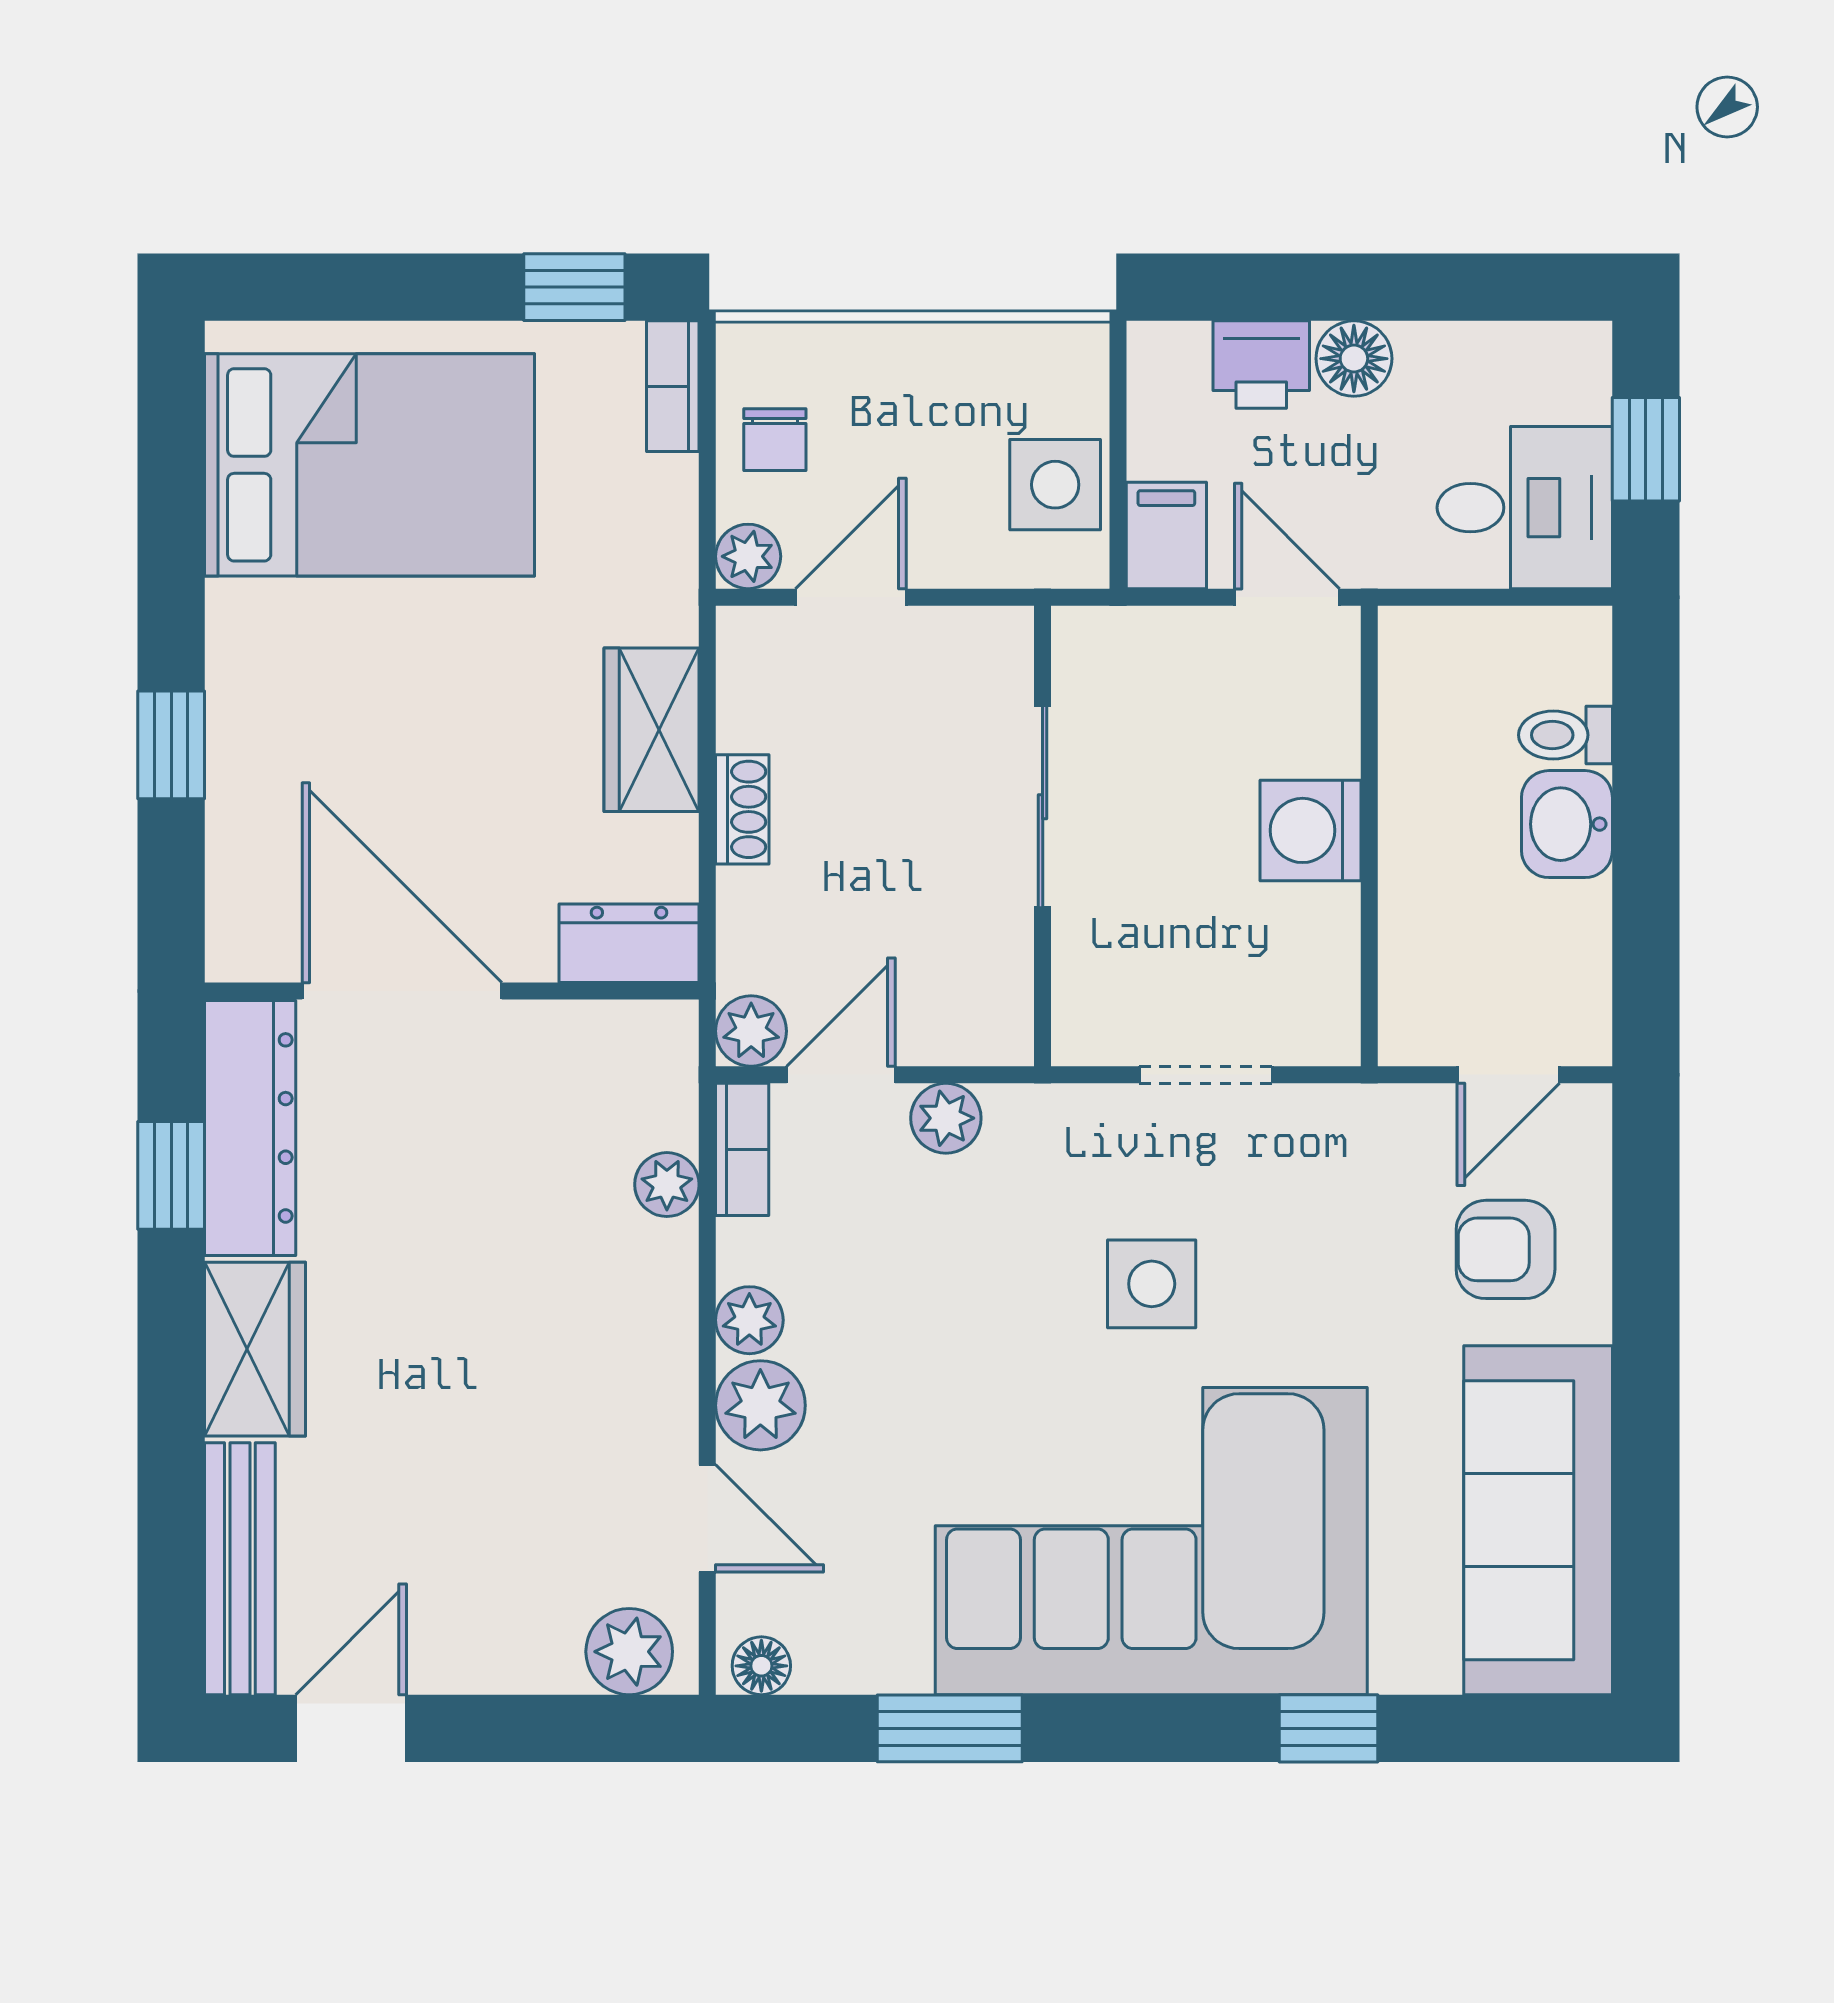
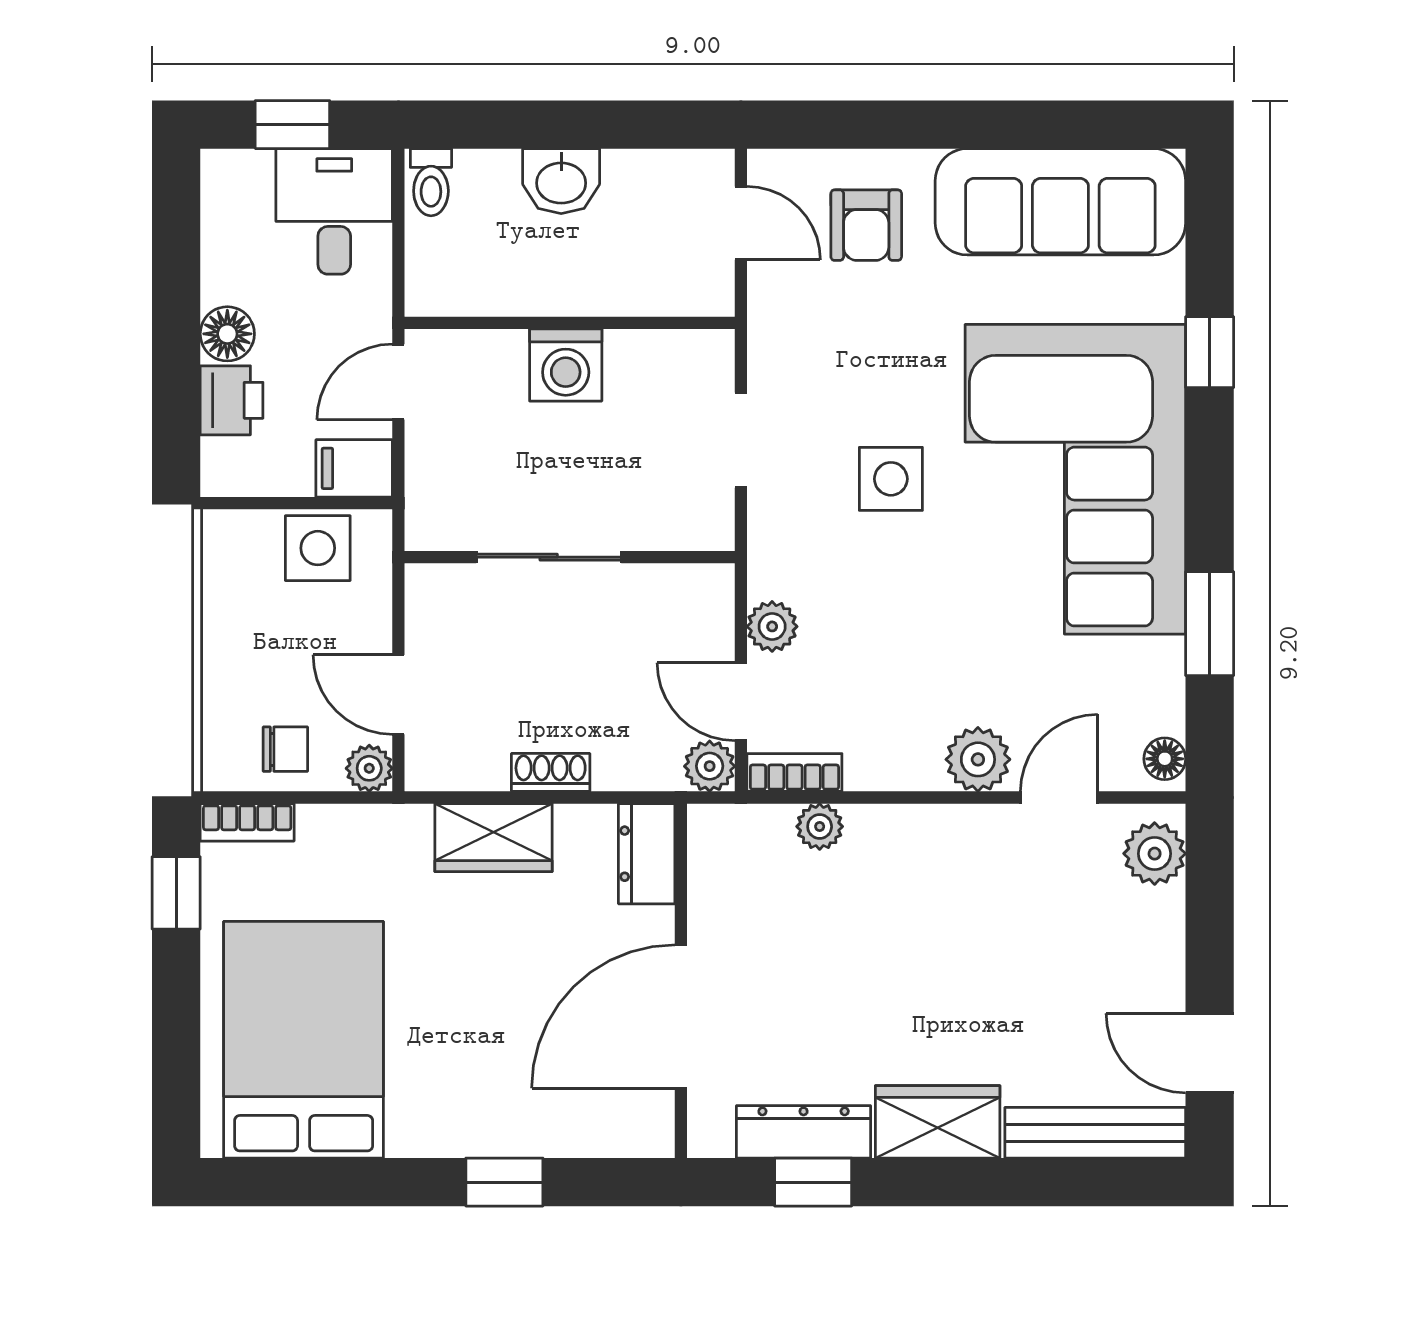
toilet: (1565, 735) -> (431, 182), moved
dresser: (250, 1128) -> (804, 1132), width x0.73, depth x0.80
plant: (749, 1320) -> (917, 767), removed

